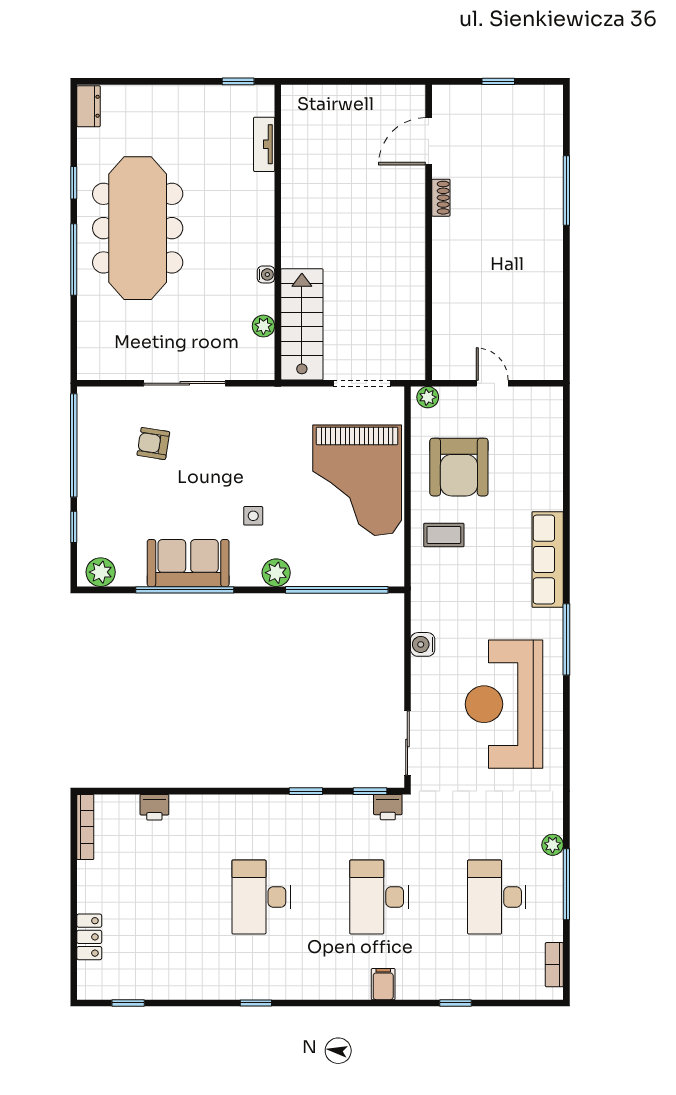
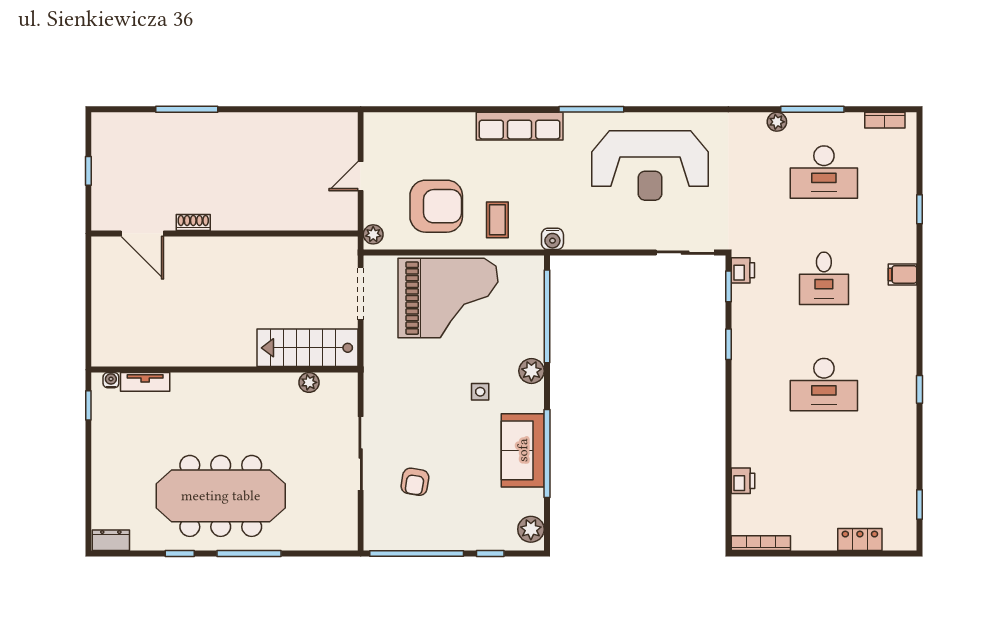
water cooler: (266, 274) -> (111, 380), moved
water cooler: (423, 644) -> (552, 239), moved
desk: (379, 897) -> (824, 278), width x0.73

